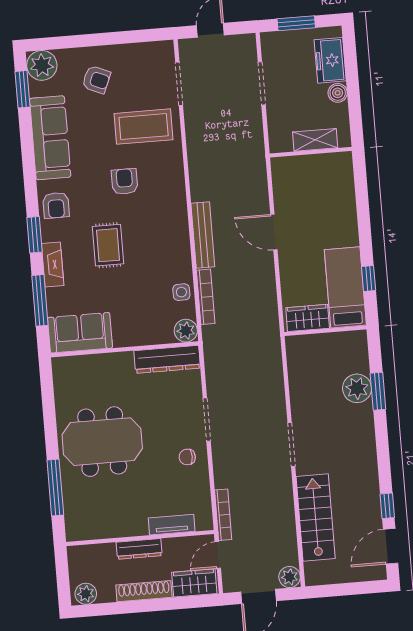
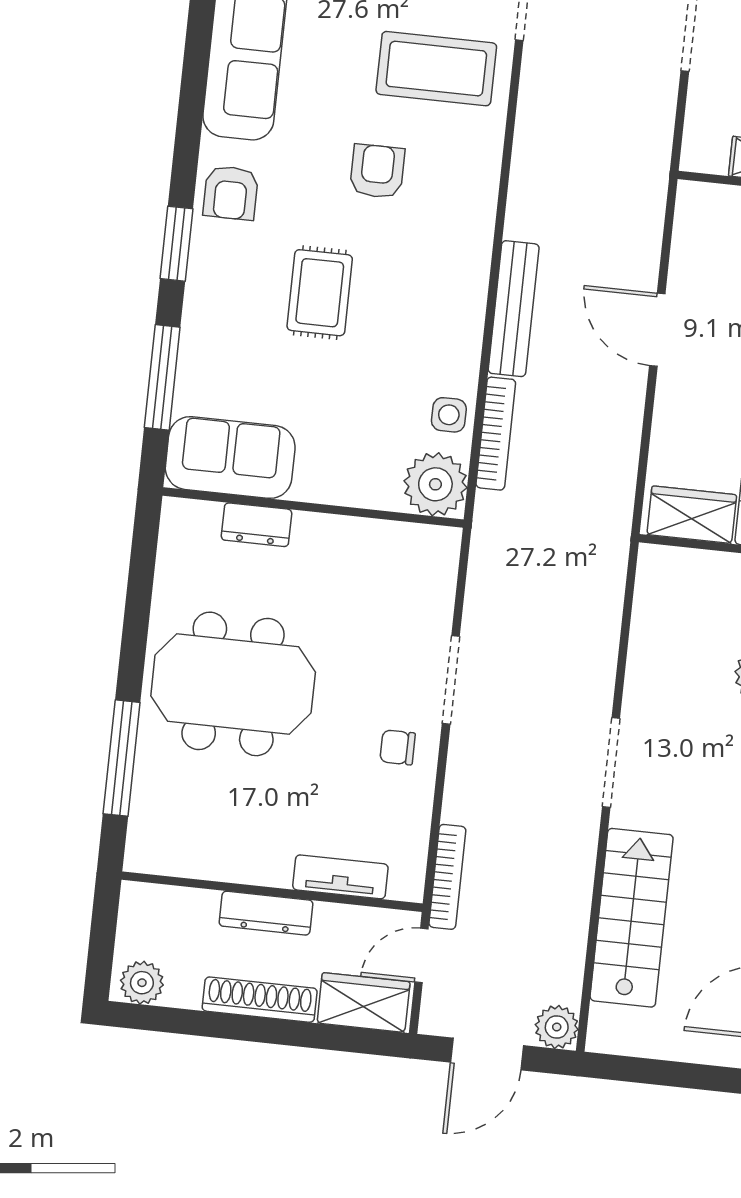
fireplace: (53, 264) -> (201, 310), removed
plant: (186, 331) -> (435, 484), width x1.36, depth x1.36
dresser: (167, 359) -> (257, 525), moved, width x0.51, depth x0.80

